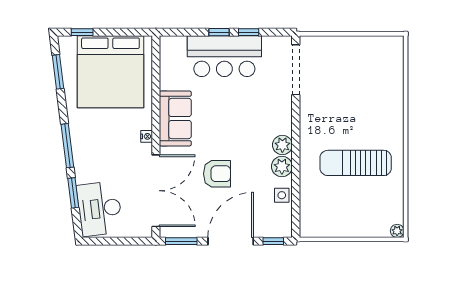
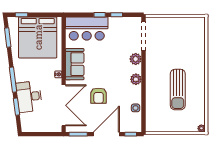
bar counter: (224, 56) -> (87, 29), moved
sun lounger: (356, 163) -> (178, 90), turned -90
plant: (282, 166) -> (136, 59), moved
armchair: (217, 174) -> (99, 96), turned 90
desk: (100, 209) -> (29, 97), moved

